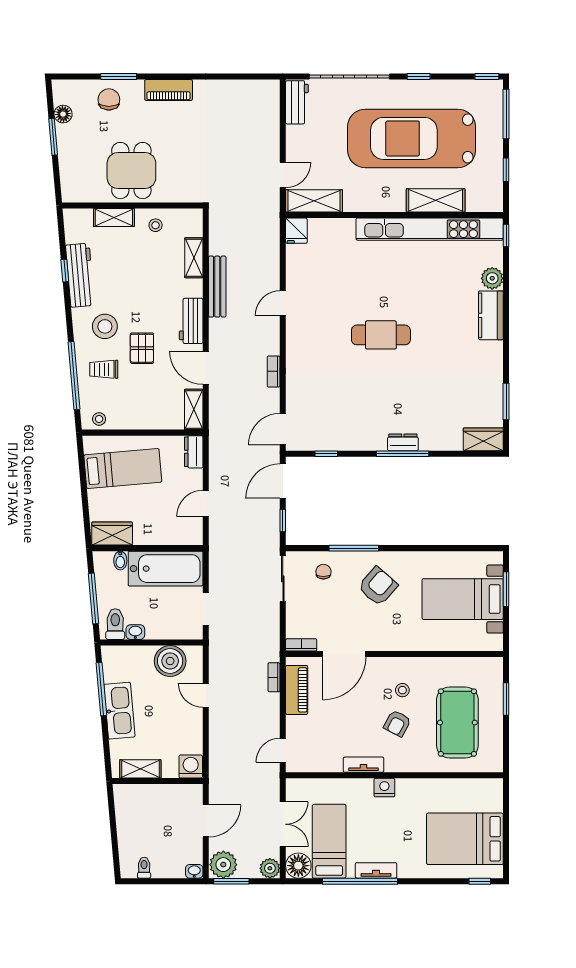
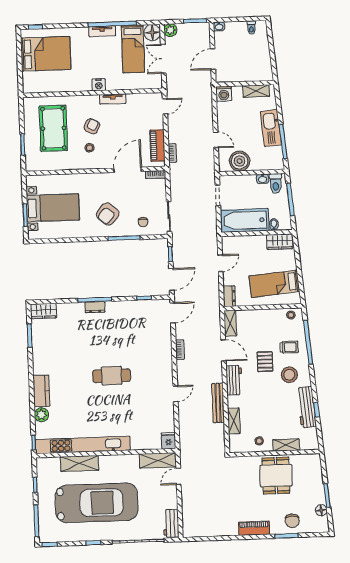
plant: (223, 865) -> (201, 31), removed

